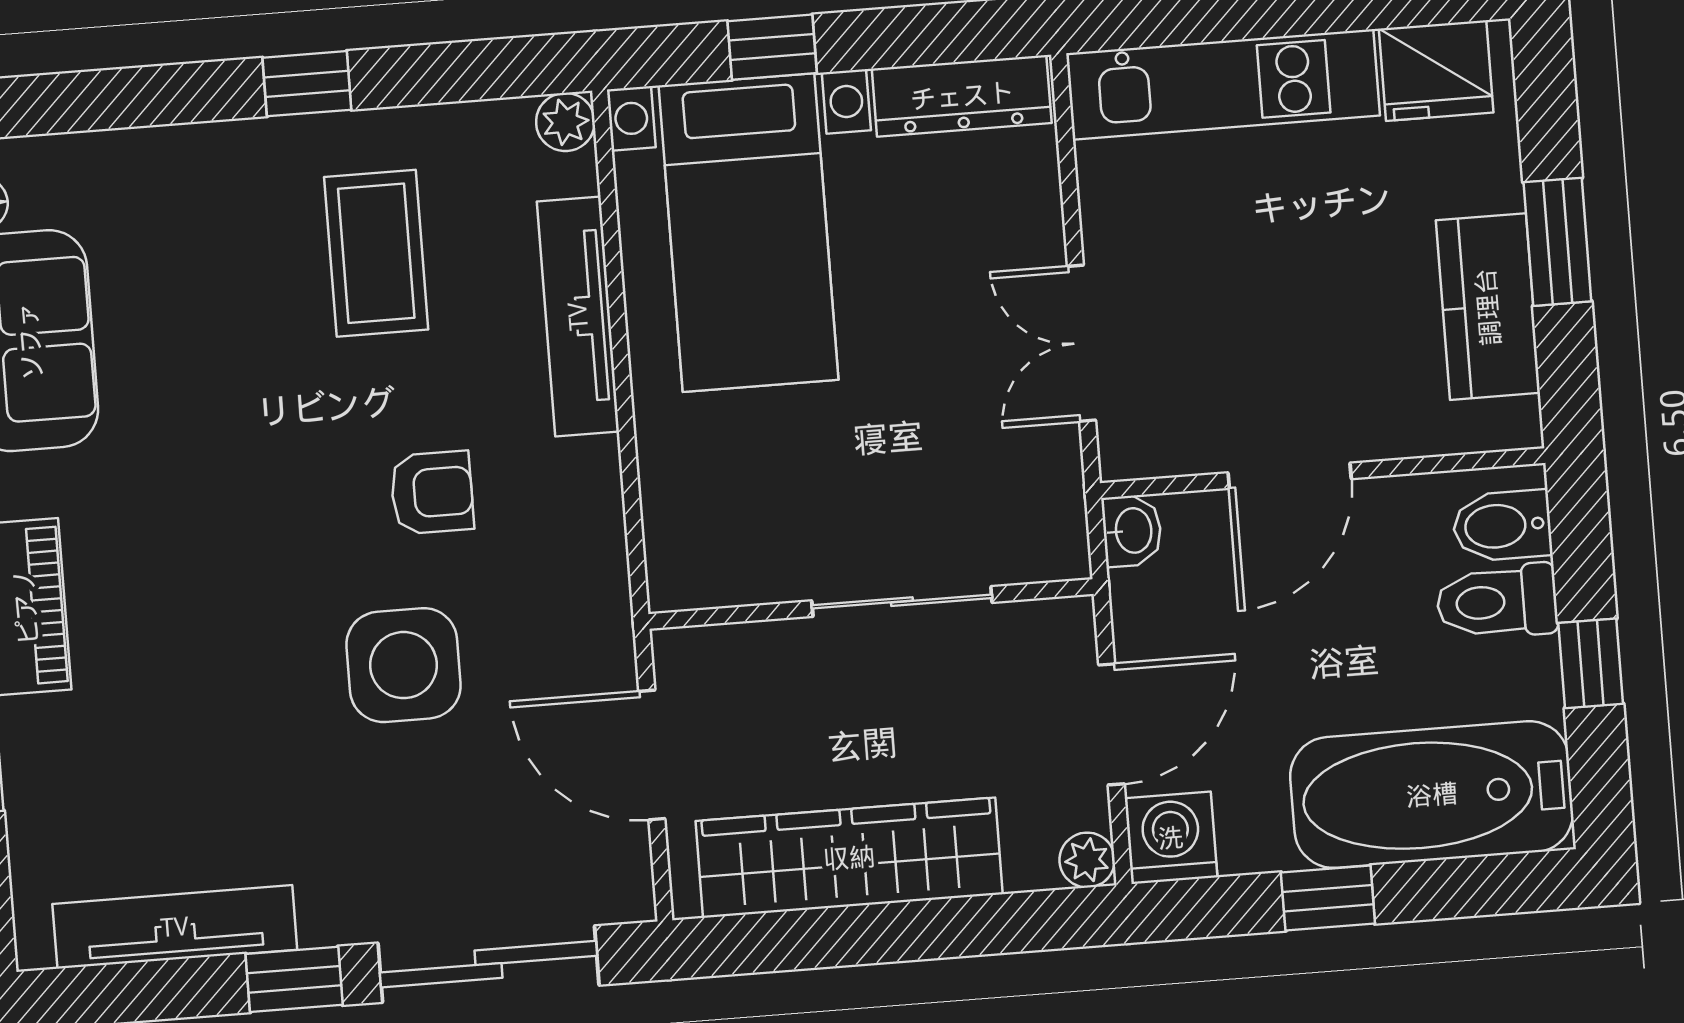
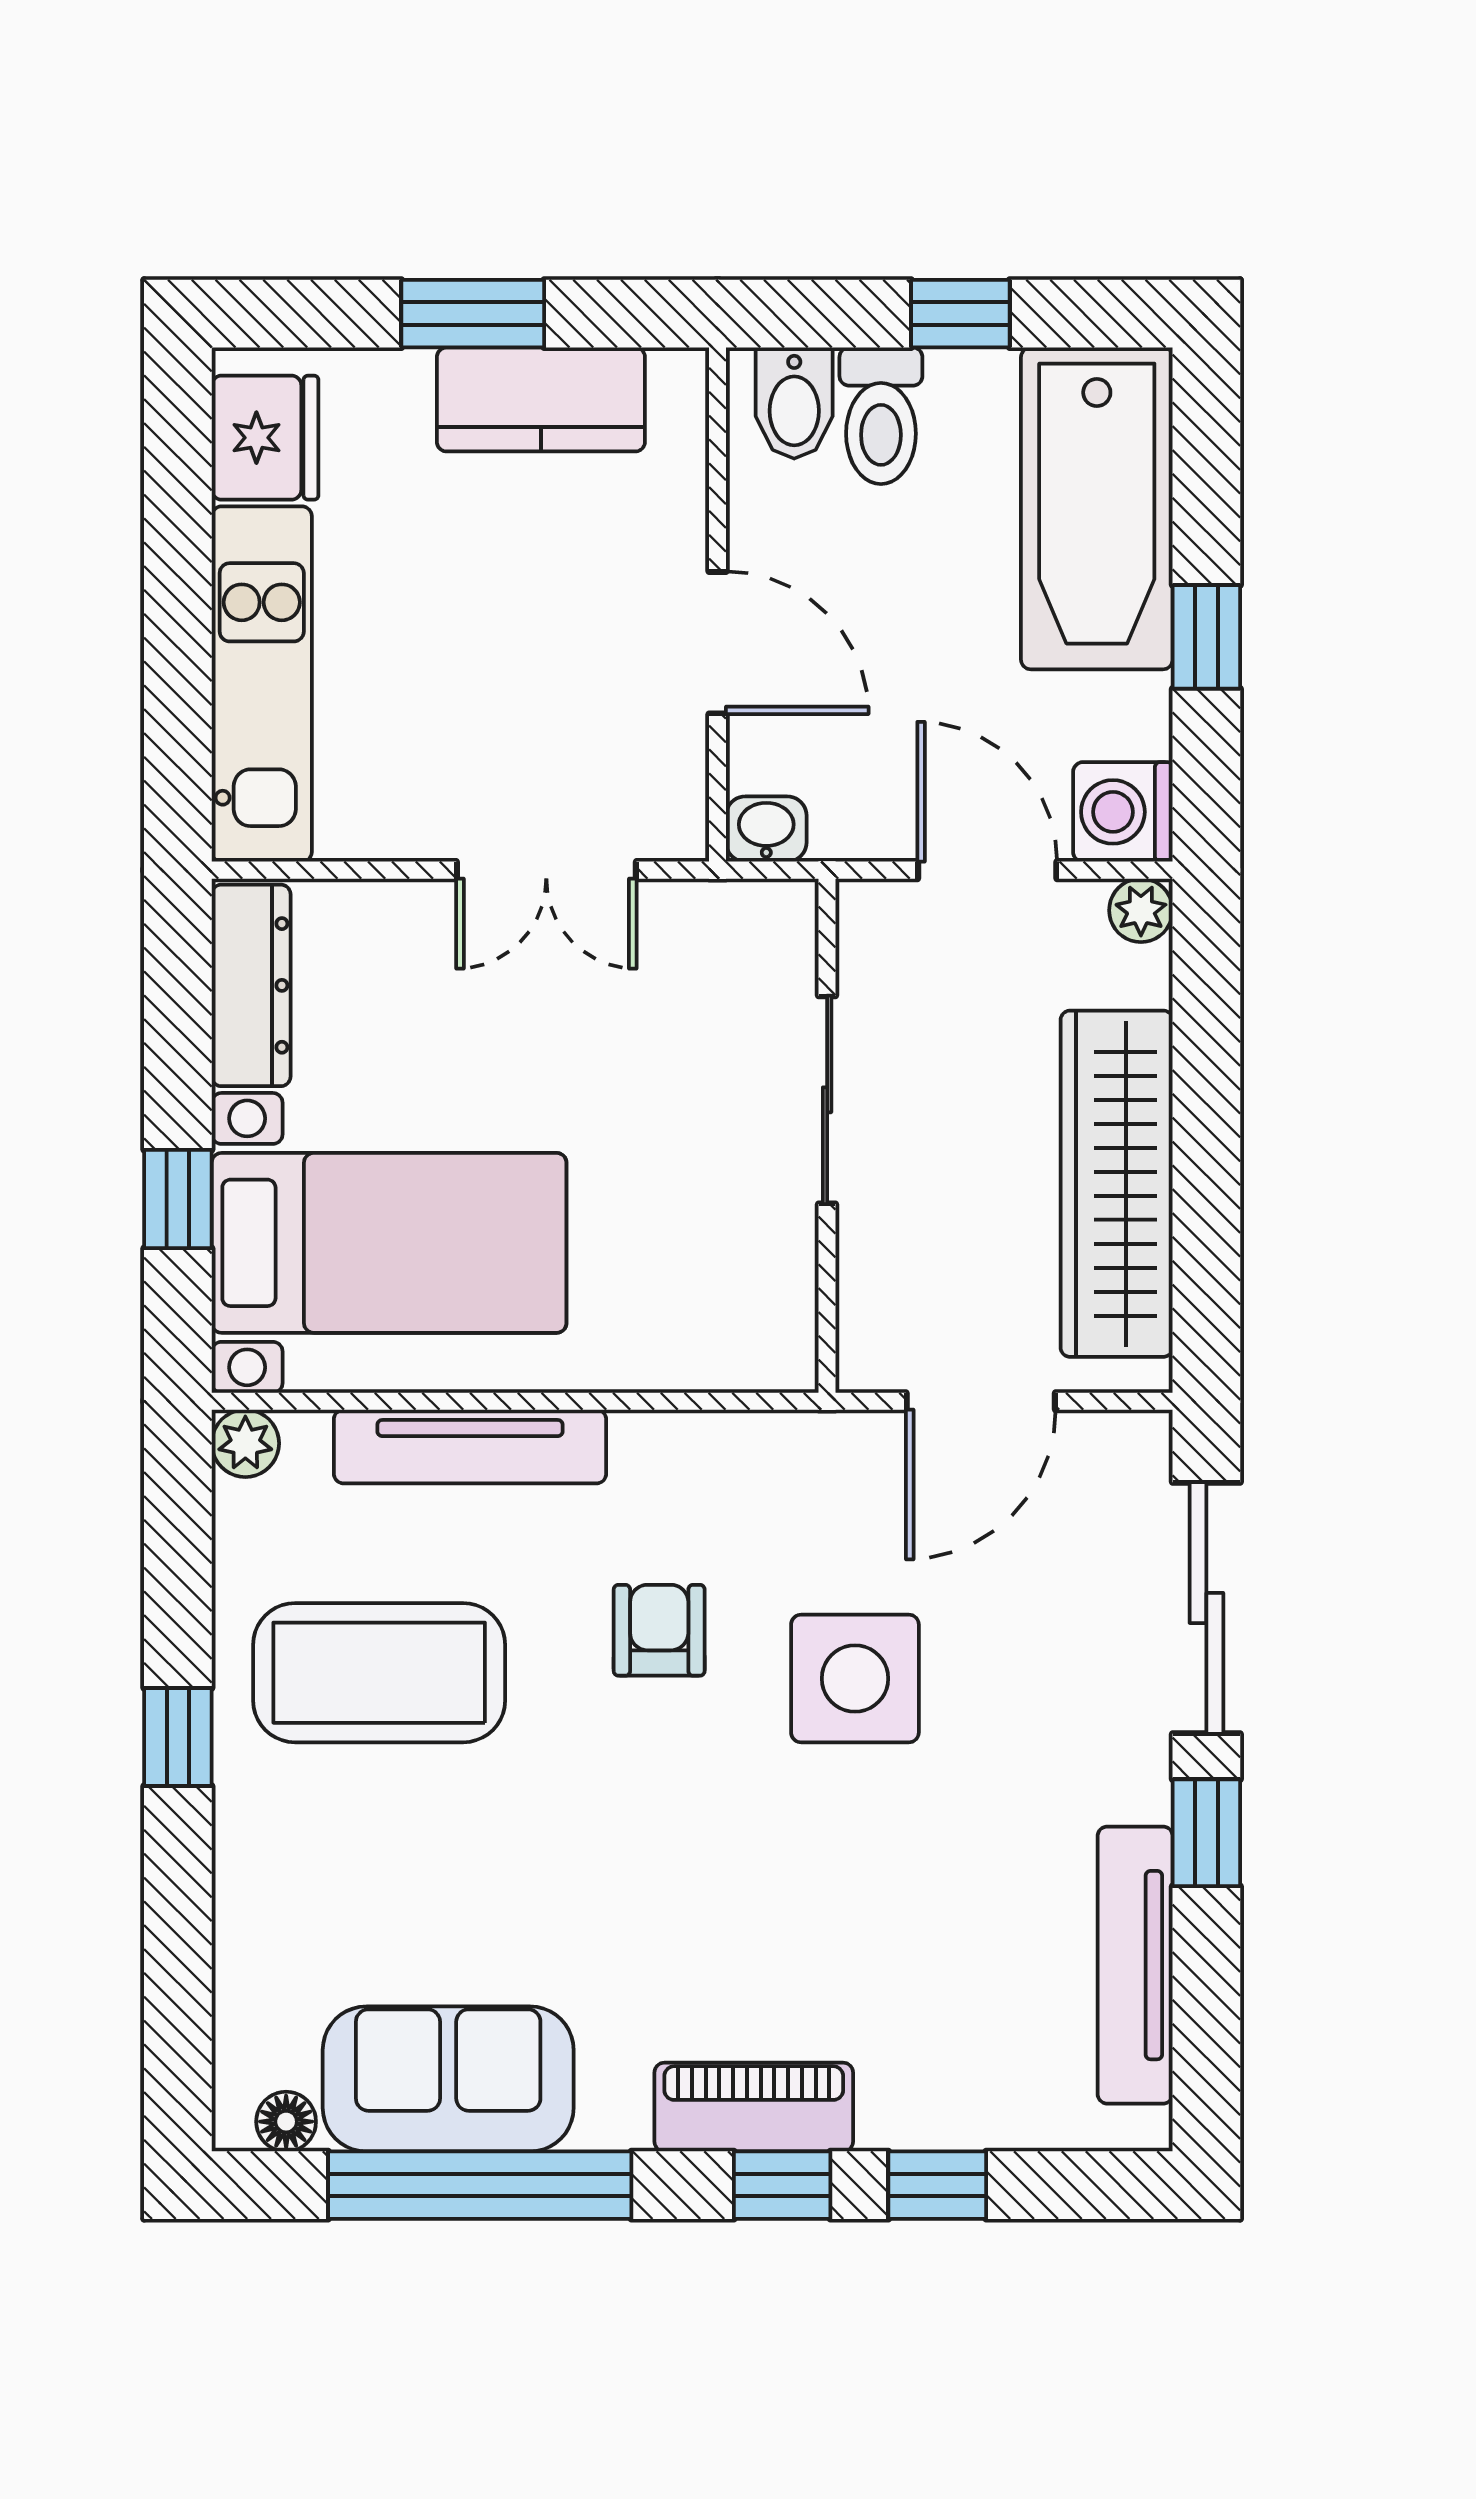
coffee table: (376, 253) -> (379, 1673), width x1.36, depth x1.32

